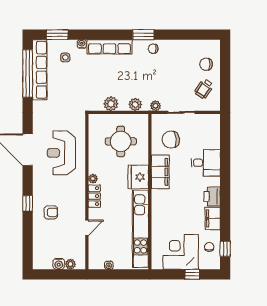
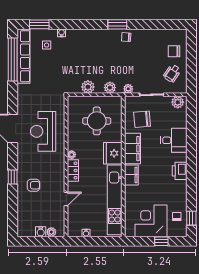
row of seats: (110, 47) -> (87, 35), removed
plant: (210, 121) -> (178, 102), added
filing cabinet: (213, 218) -> (131, 175), moved, turned 180

